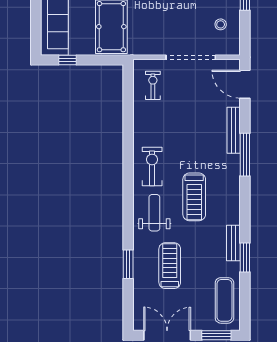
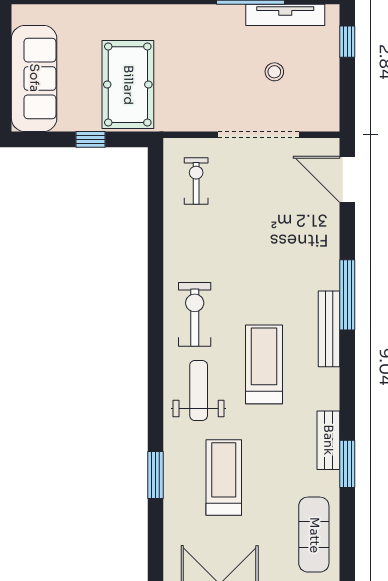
stool: (221, 24) -> (274, 72), moved
window: (67, 60) -> (91, 139), moved
bench: (234, 130) -> (329, 329), moved
treadmill: (194, 197) -> (264, 364), turned 180

